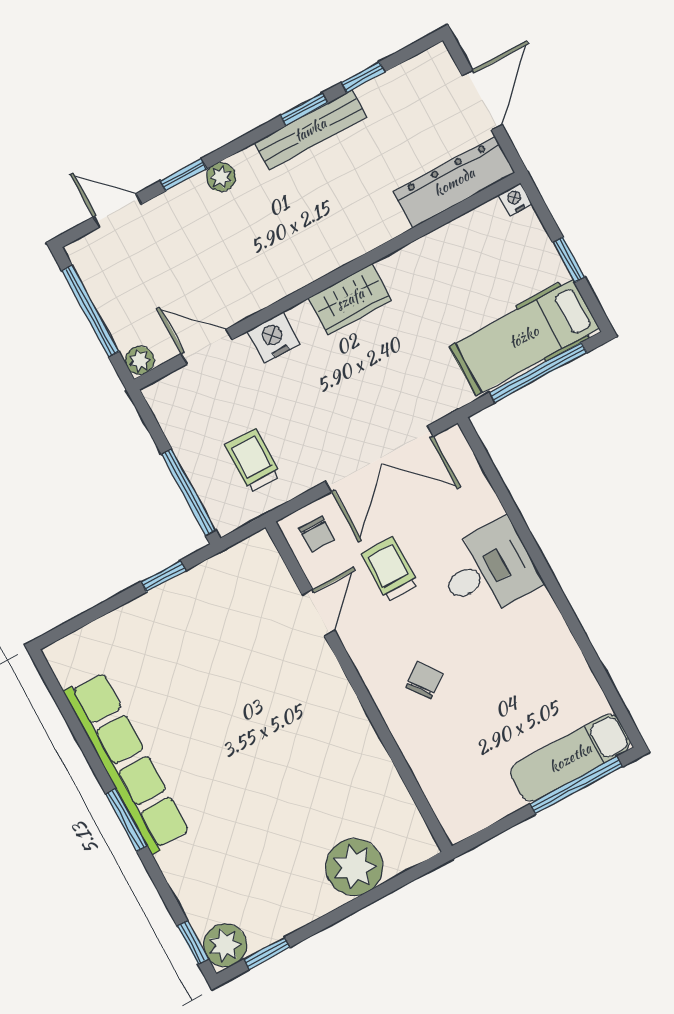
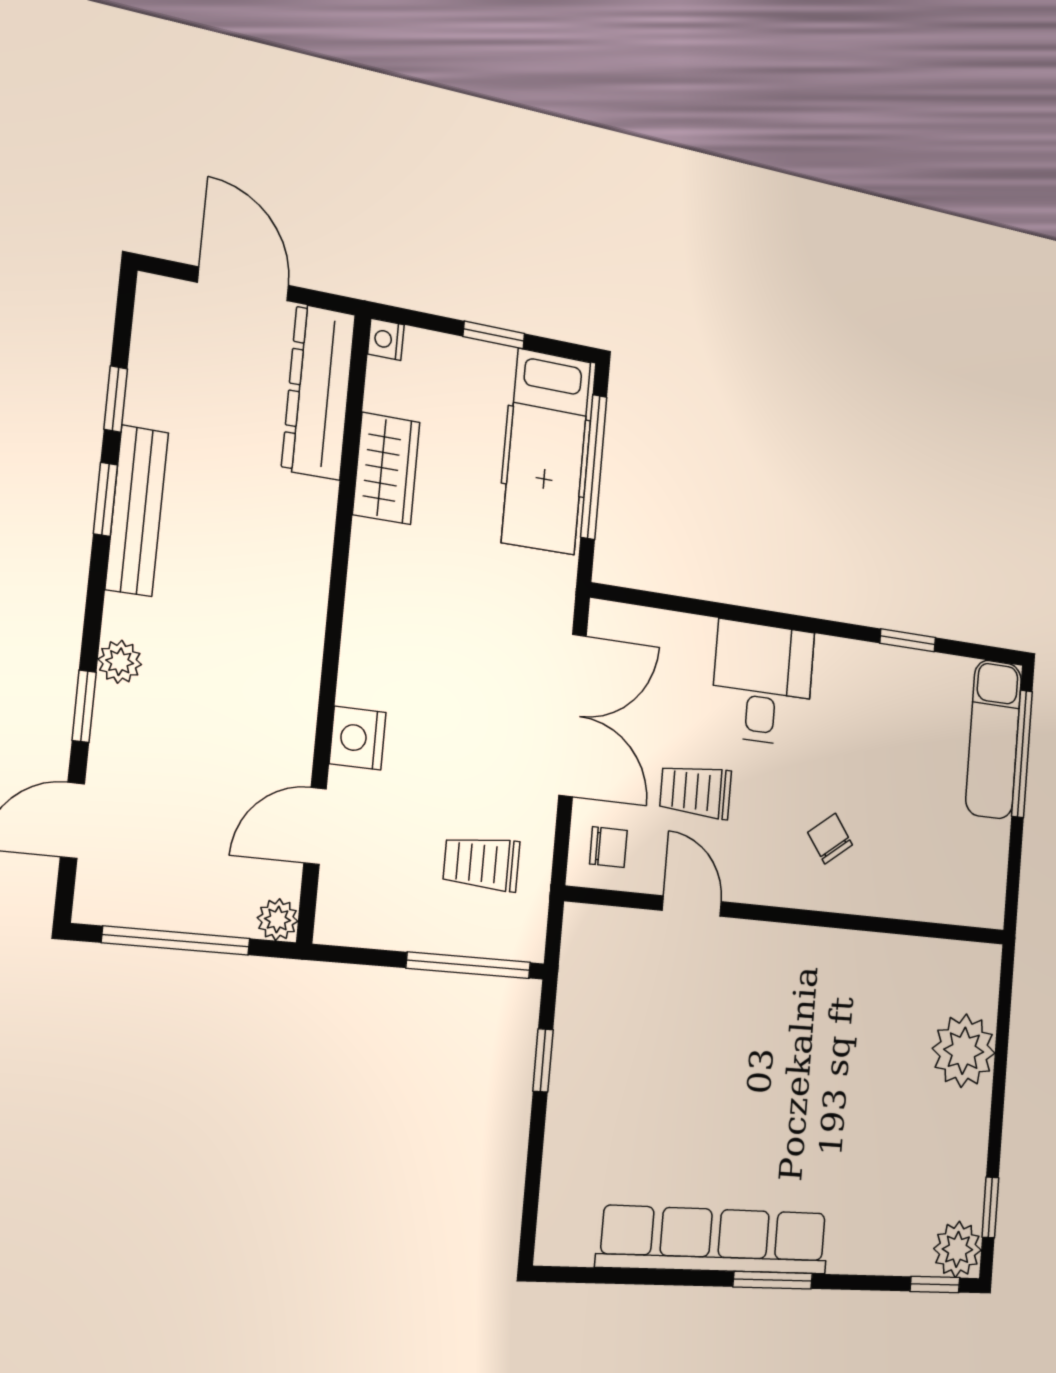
wardrobe: (350, 299) -> (386, 468), moved
window: (589, 653) -> (908, 640), added

